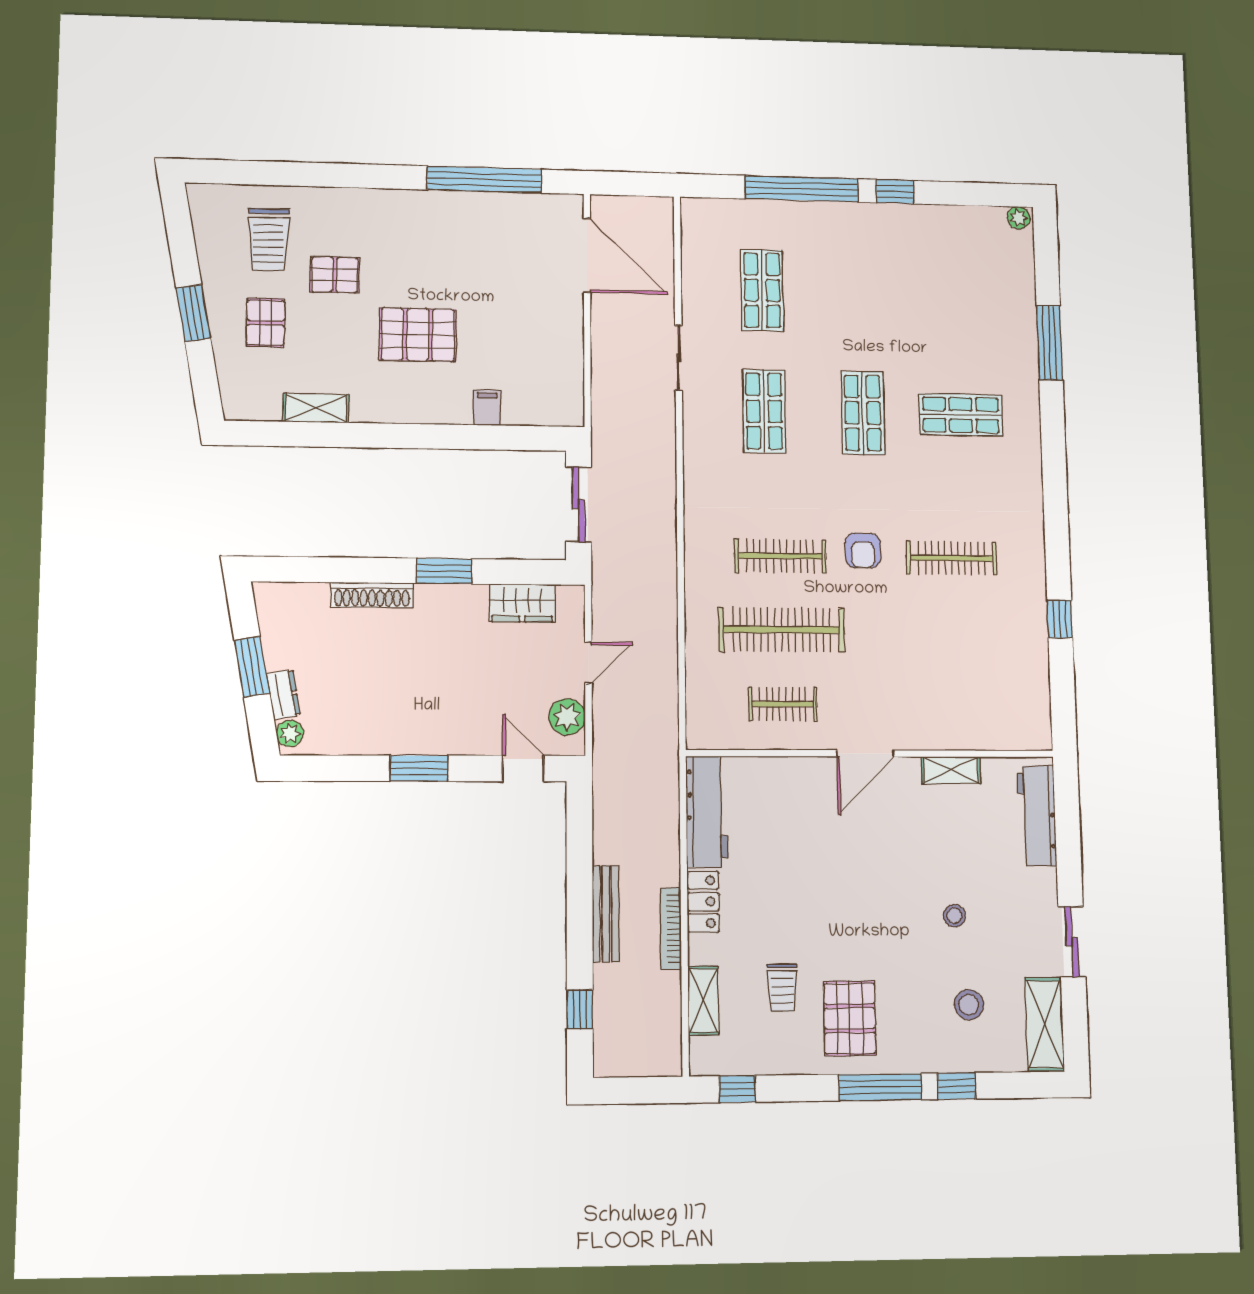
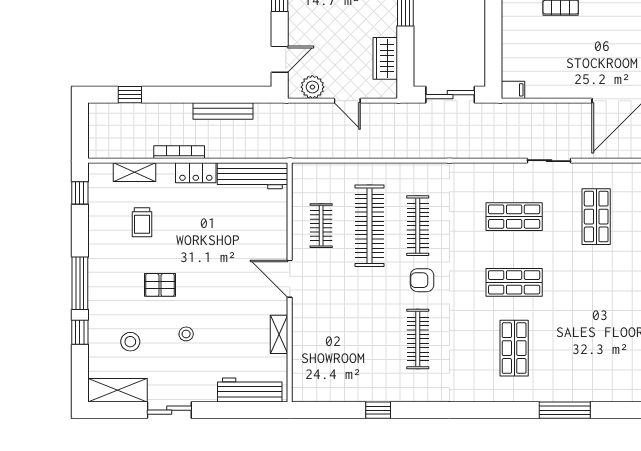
shop shelf: (762, 290) -> (596, 217), turned 90
filing cabinet: (487, 408) -> (513, 90), moved
bench: (606, 914) -> (223, 111), moved
trolley: (782, 988) -> (142, 222), turned -90
pallet: (850, 1018) -> (160, 285), moved, width x0.67, depth x0.71

